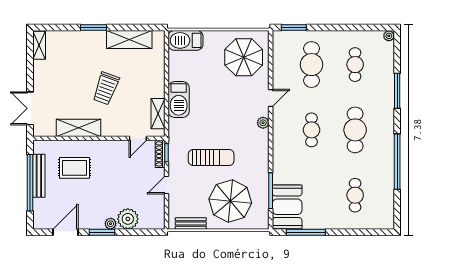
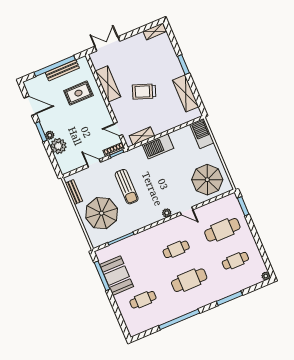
rug: (74, 168) -> (78, 93), turned 90
booth: (287, 207) -> (117, 276), moved, turned 90

